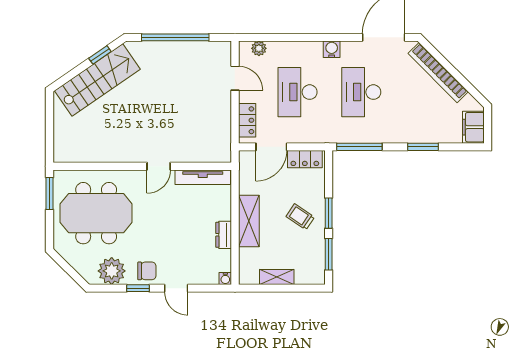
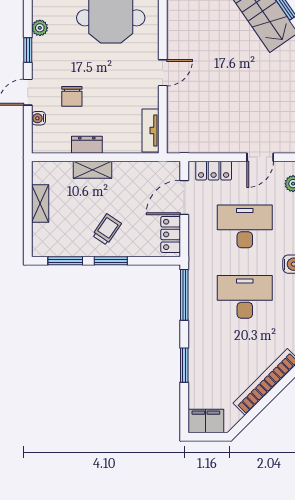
door: (271, 147) -> (184, 197), hinge flipped
door: (159, 166) -> (163, 73), swing flipped
tv unit: (203, 177) -> (150, 130), width x0.71
shelving: (249, 221) -> (93, 170), width x0.67, depth x0.75
plant: (112, 271) -> (40, 28), width x0.53, depth x0.53
chair: (147, 271) -> (72, 96), moved
water cooler: (225, 278) -> (39, 118), moved

